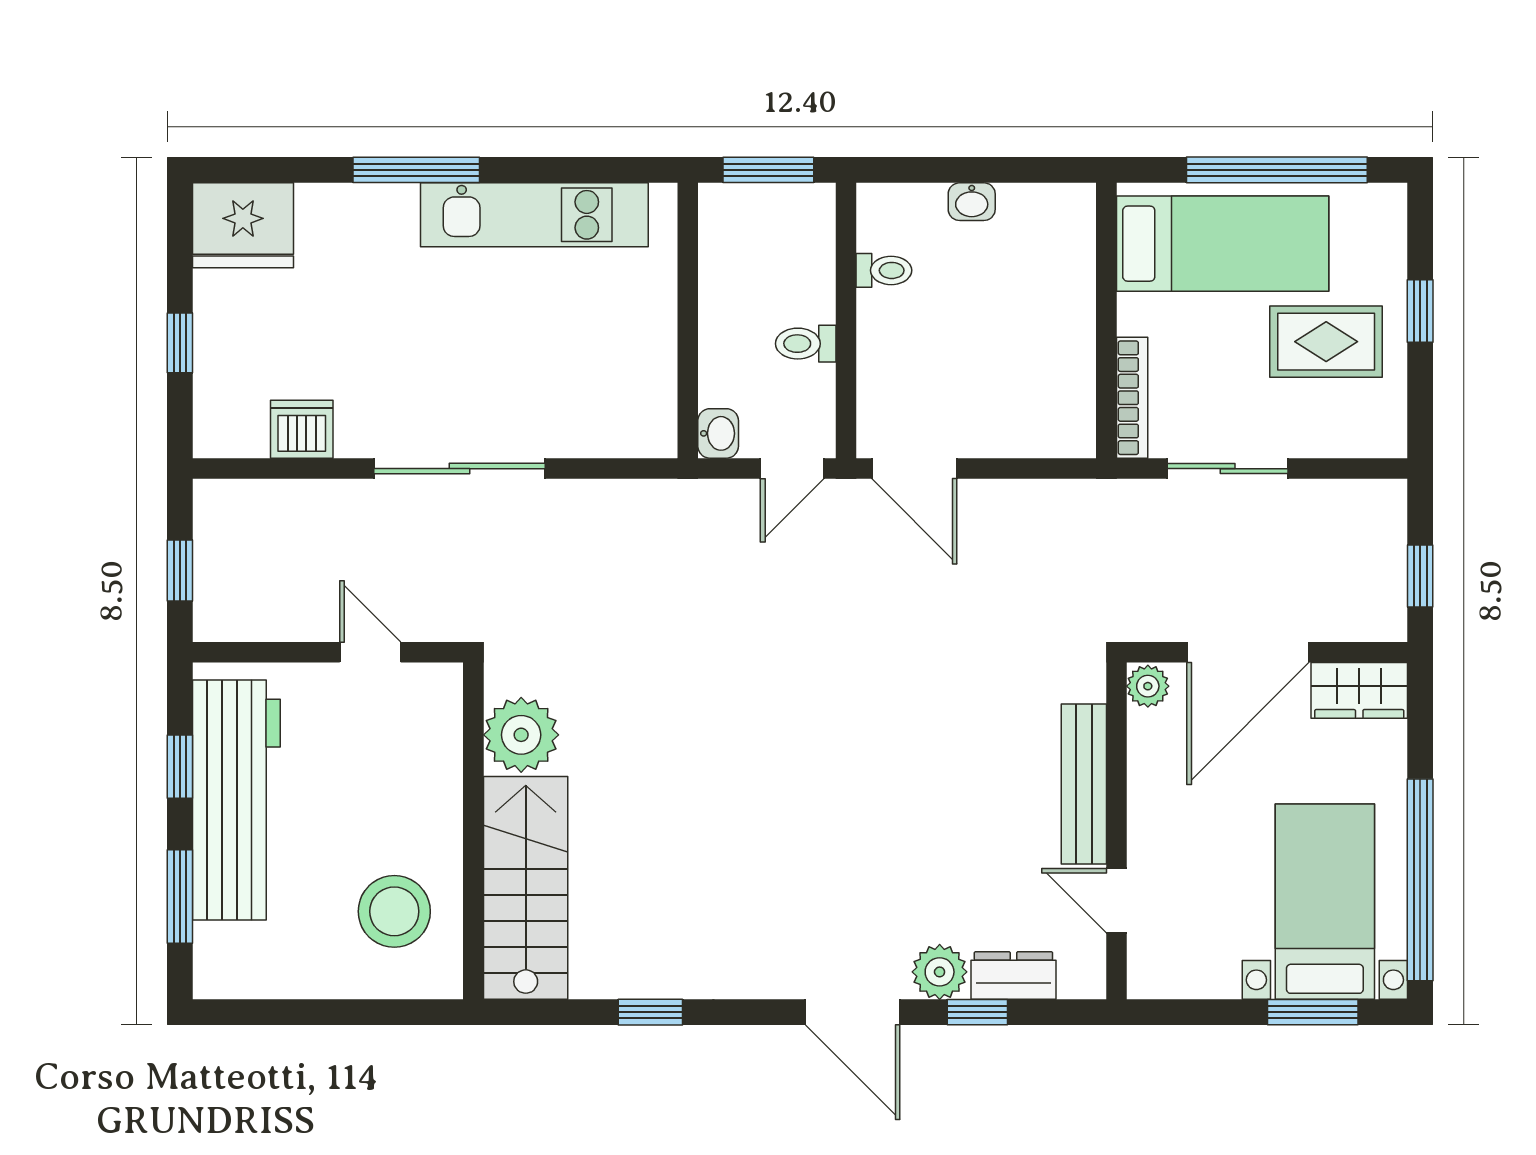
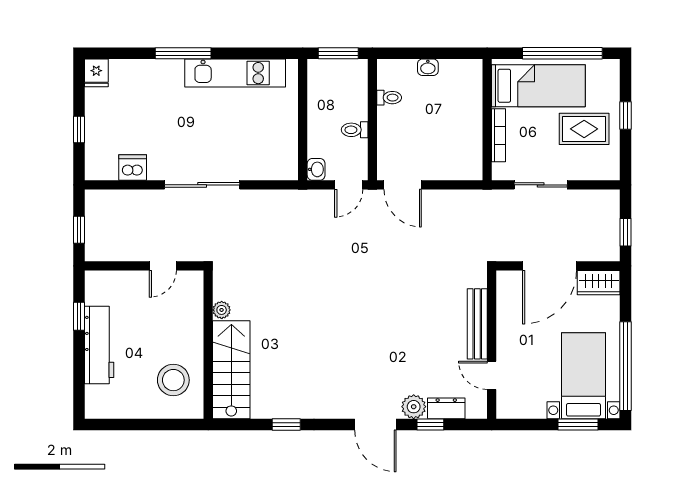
fridge: (243, 225) -> (96, 73), width x0.53, depth x0.75
bookcase: (1132, 398) -> (498, 135), moved
door: (370, 652) -> (163, 266), swing flipped
plant: (1148, 686) -> (505, 281), removed
plant: (521, 735) -> (222, 310), width x0.53, depth x0.53
workbench: (236, 800) -> (99, 345), width x0.73, depth x0.76
window: (180, 897) -> (79, 373), removed

